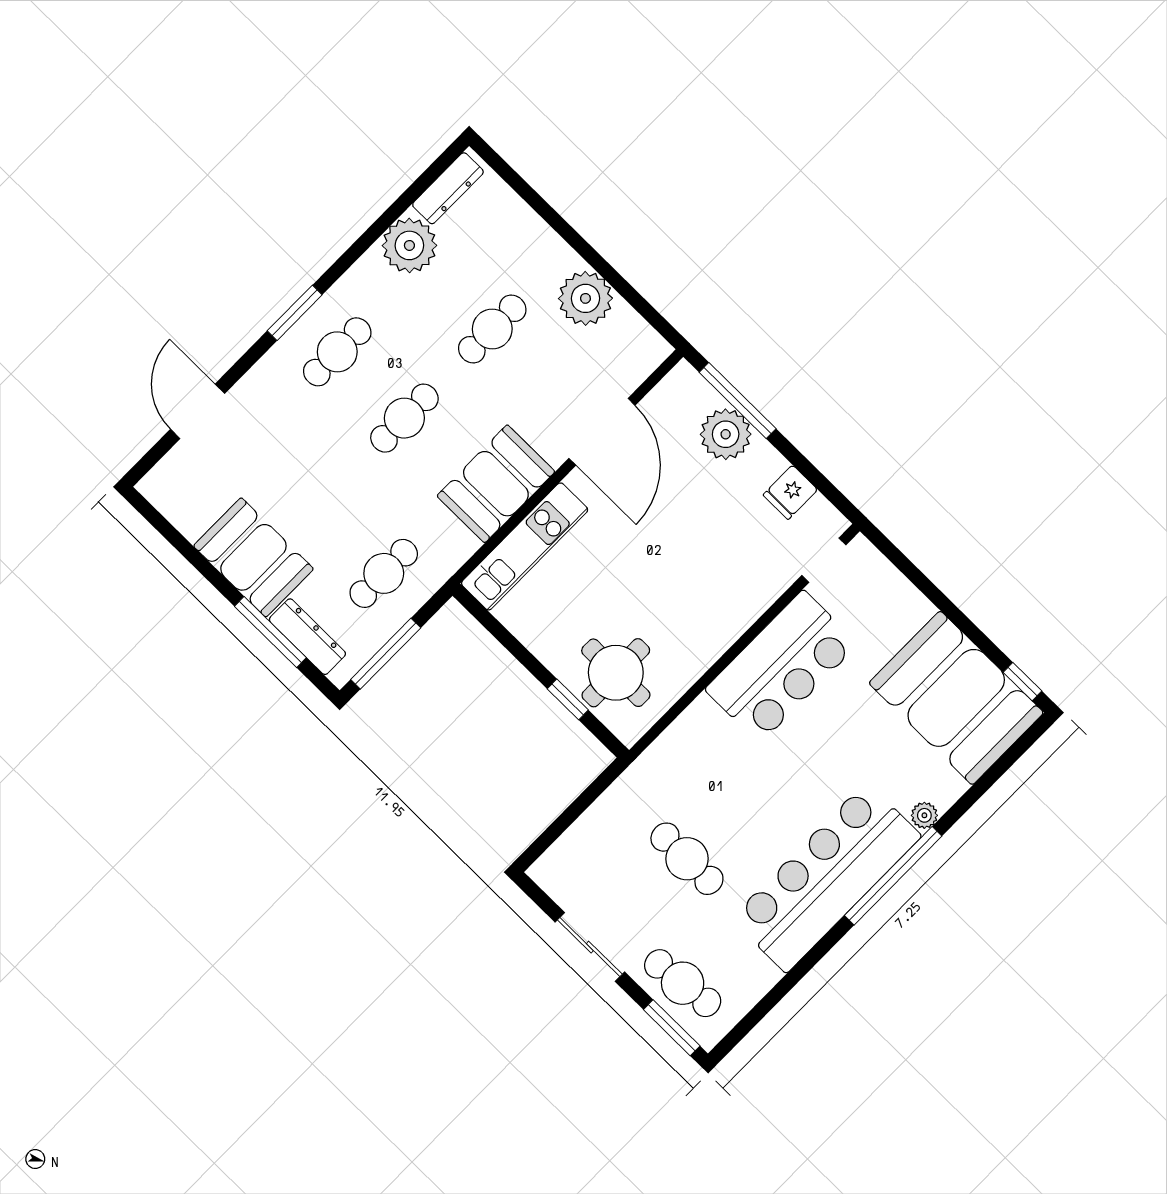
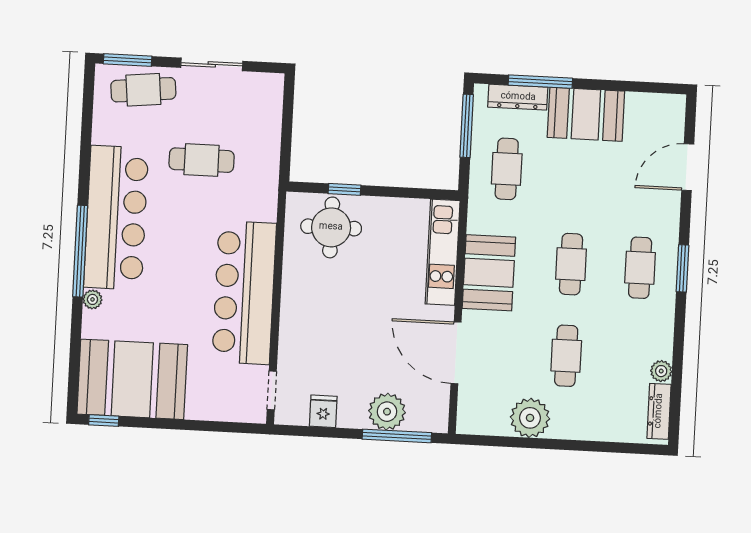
plant: (409, 245) -> (661, 371), width x0.53, depth x0.53
door: (198, 411) -> (688, 167), swing flipped
bar counter: (782, 667) -> (244, 293), width x1.36

